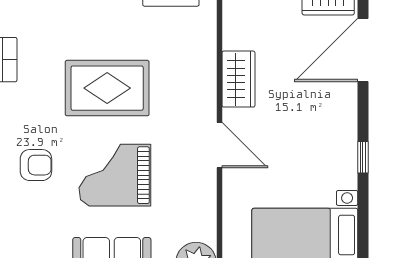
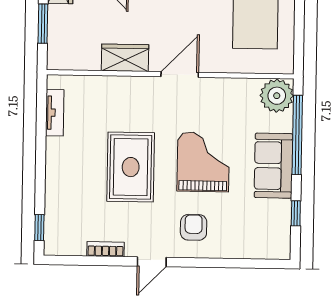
grand piano: (115, 175) -> (203, 162), turned 180

